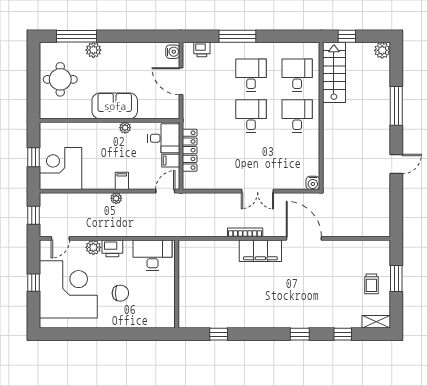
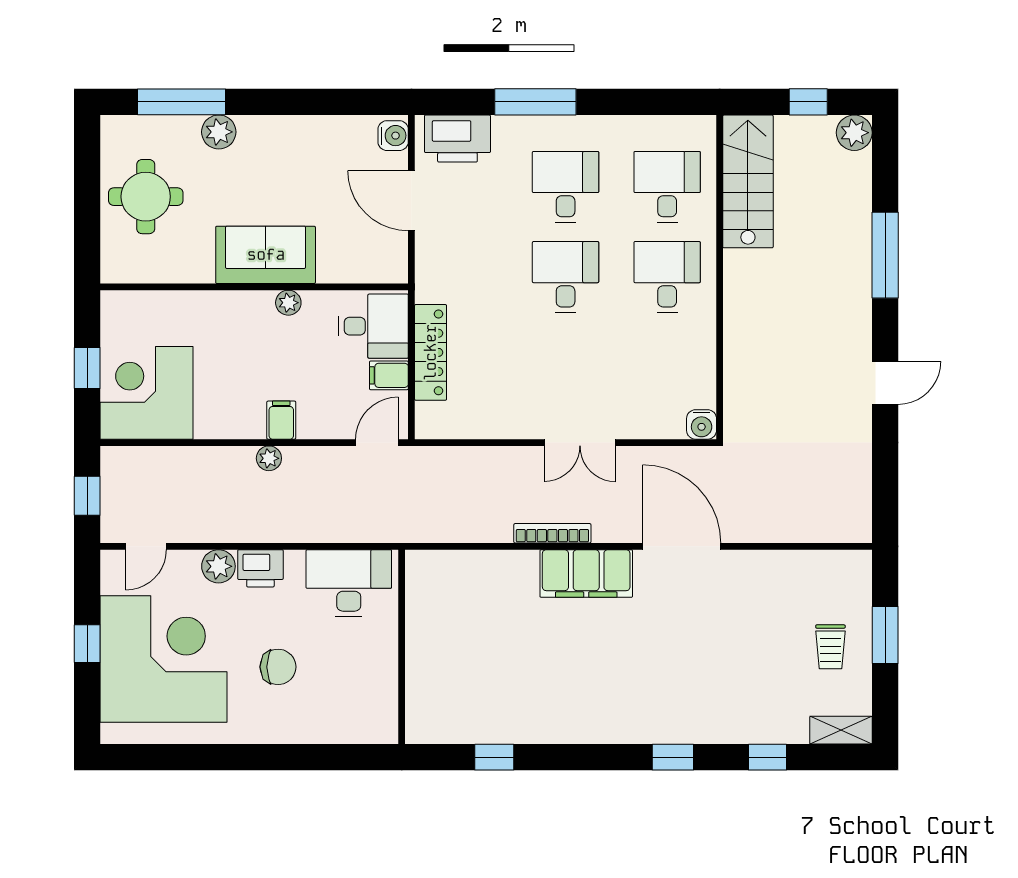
window: (347, 36) -> (808, 102), moved
printer: (202, 49) -> (457, 139), width x1.87, depth x1.48

